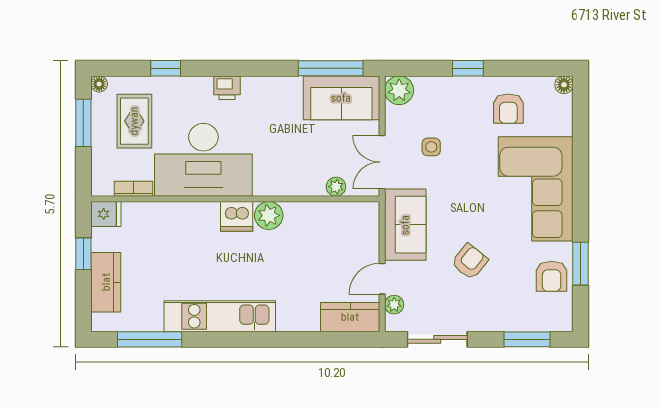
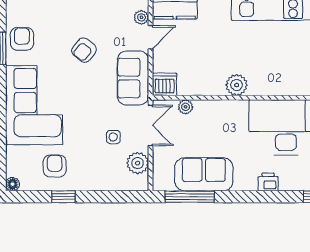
window: (468, 68) -> (63, 197), moved
plant: (399, 90) -> (138, 163), moved
sofa: (341, 98) -> (204, 174), moved
dishwasher: (237, 216) -> (164, 84), moved

